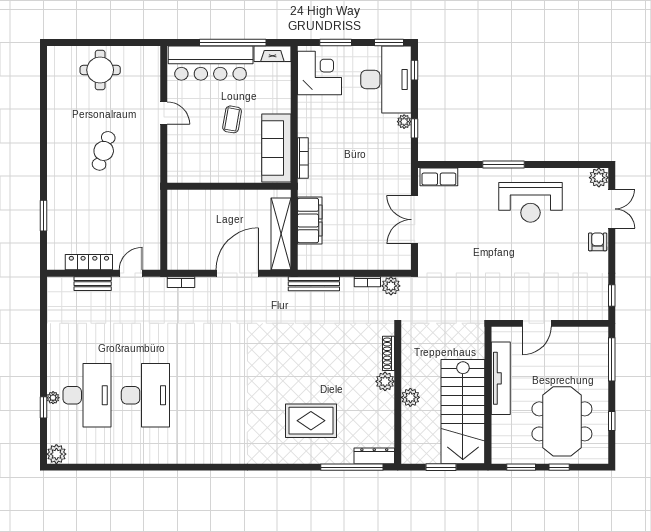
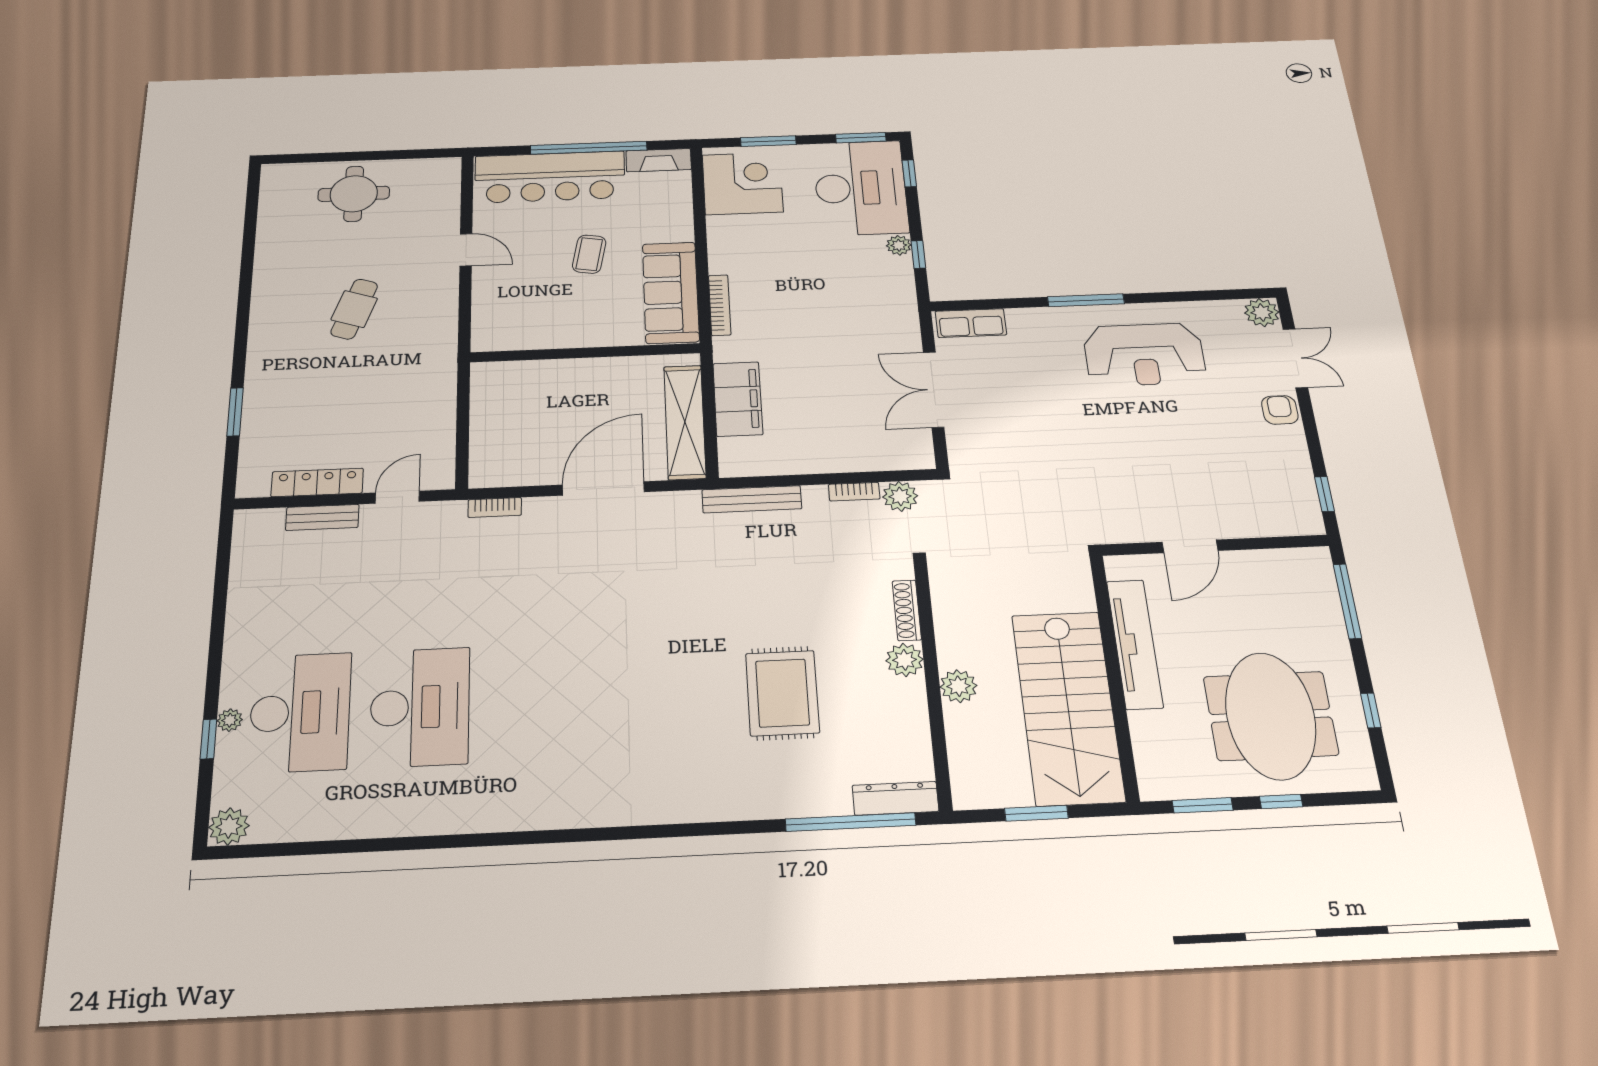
rug: (311, 421) -> (782, 693), moved, turned 90

